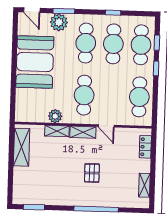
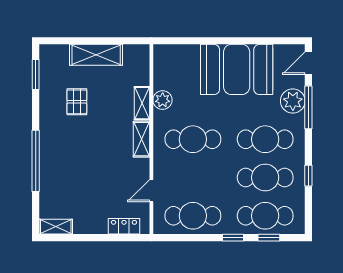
window: (64, 11) -> (308, 107), width x1.44
door: (106, 126) -> (151, 191), moved
shelving: (22, 147) -> (96, 55), moved
pallet: (92, 173) -> (77, 102), moved, turned 90
shelving: (144, 185) -> (56, 227), moved

